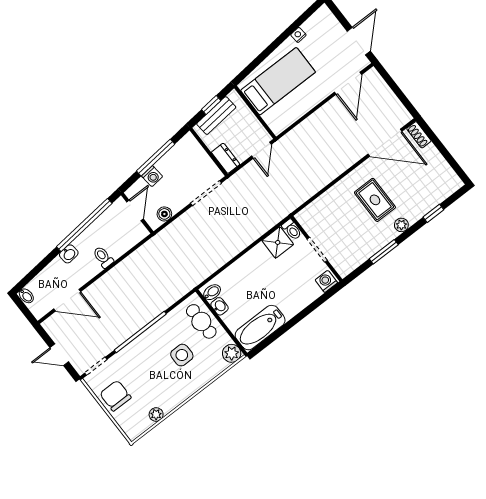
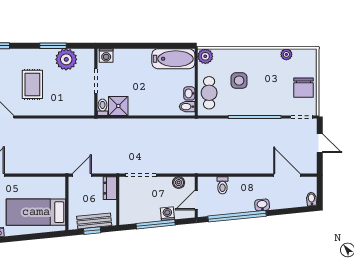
plant: (401, 225) -> (66, 59), moved, width x1.88, depth x1.88
toilet: (103, 257) -> (222, 185), moved

